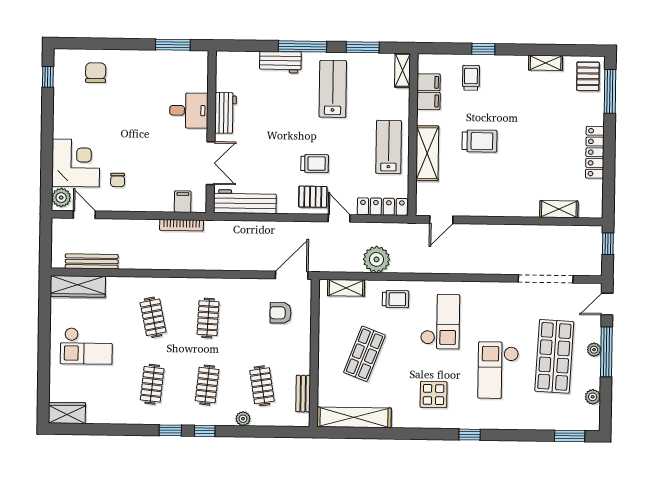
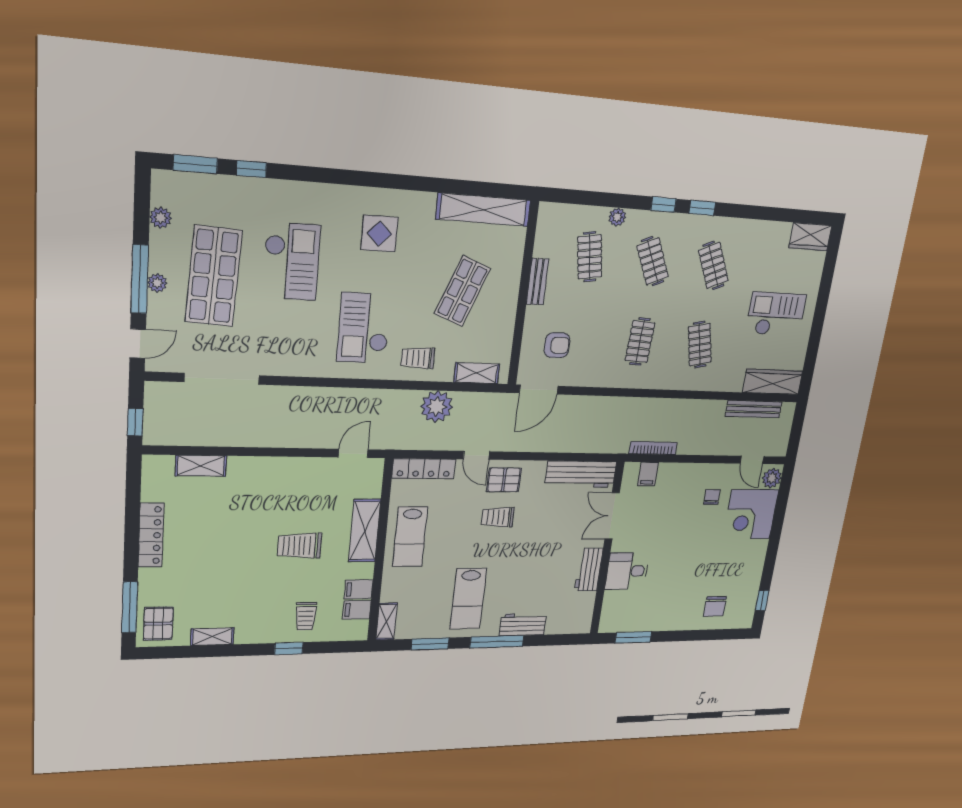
clothes rail: (152, 384) -> (713, 266), turned -30
clothes rail: (207, 385) -> (653, 261), turned -30
bench: (303, 394) -> (538, 282), moved
window: (470, 435) -> (251, 169), moved

